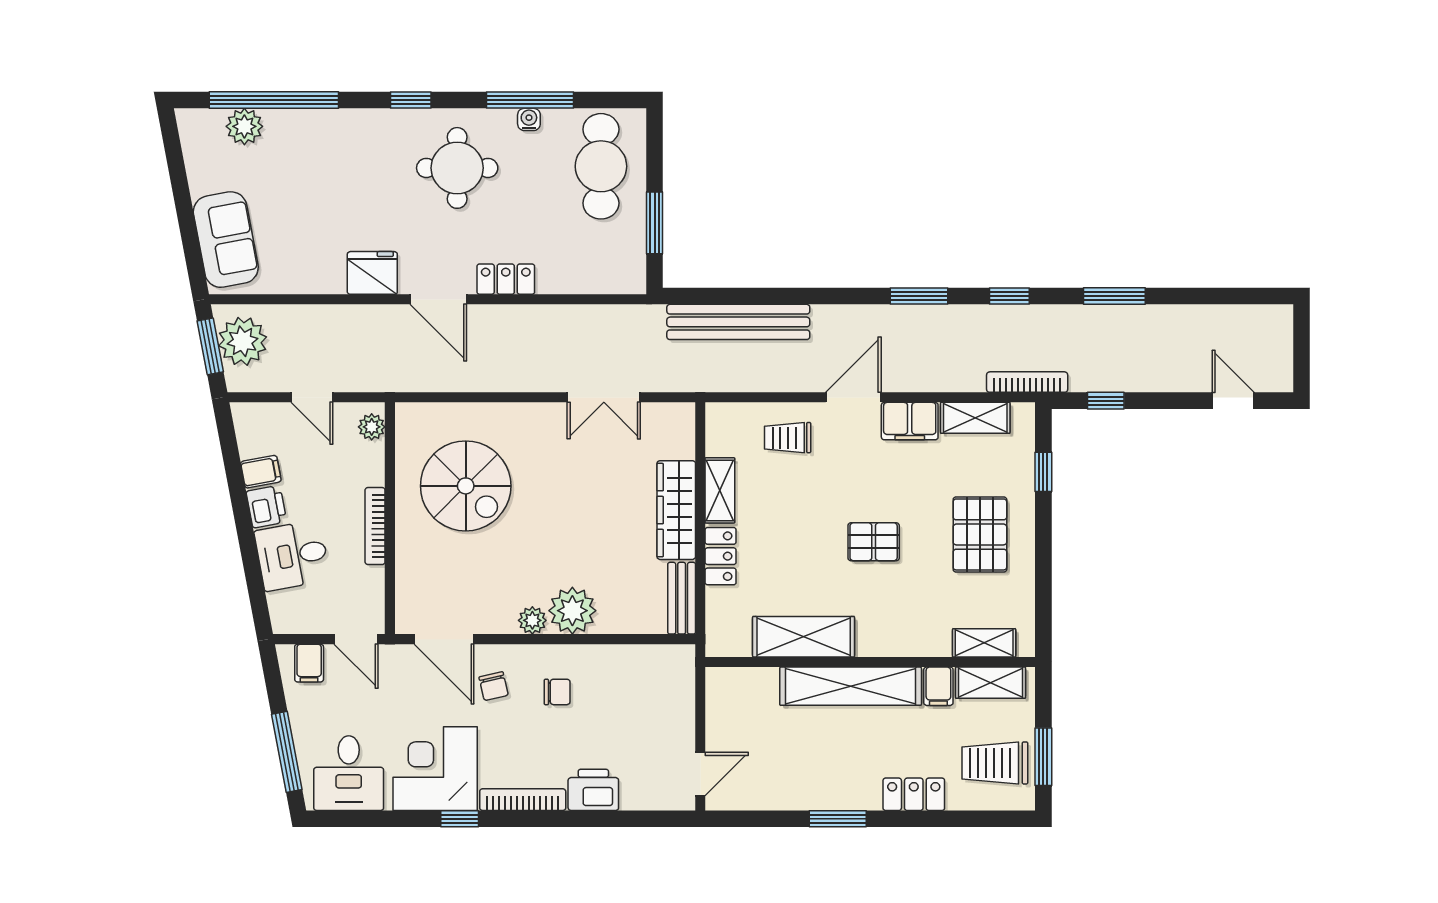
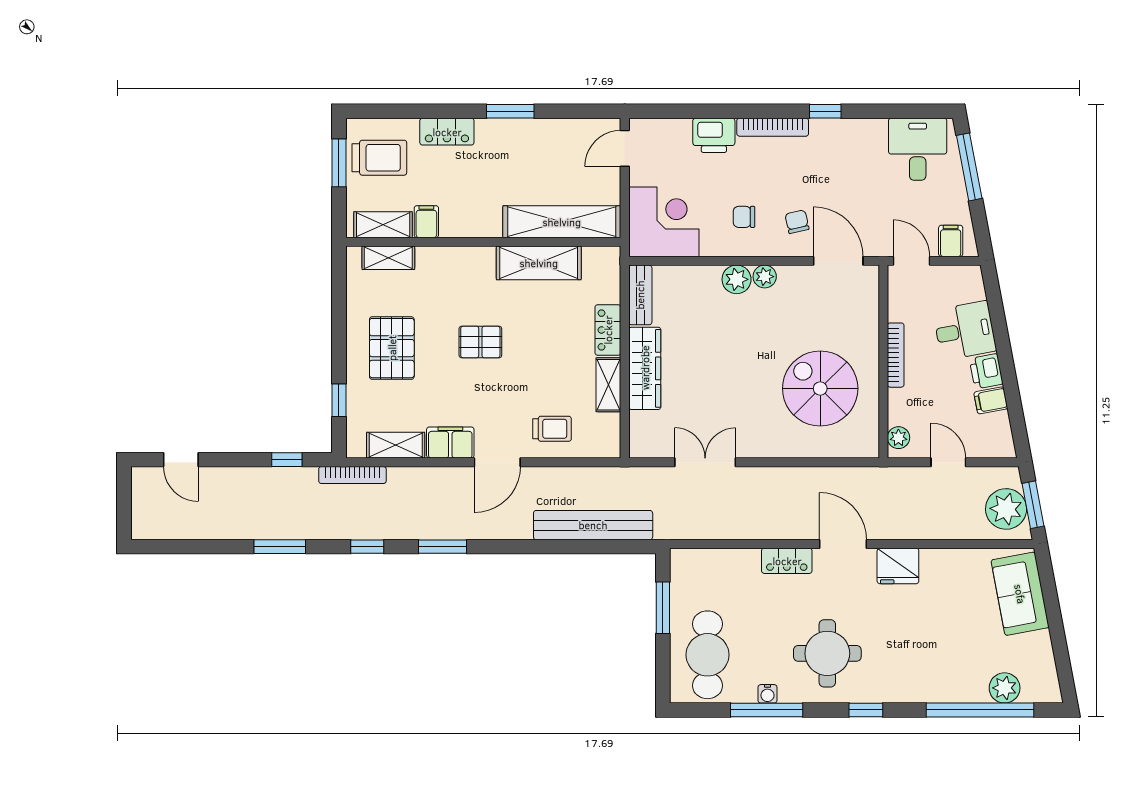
plant: (572, 611) -> (737, 279), width x0.73, depth x0.73
shelving: (851, 686) -> (562, 222), moved
corner desk: (435, 769) -> (664, 222), moved, turned -90

